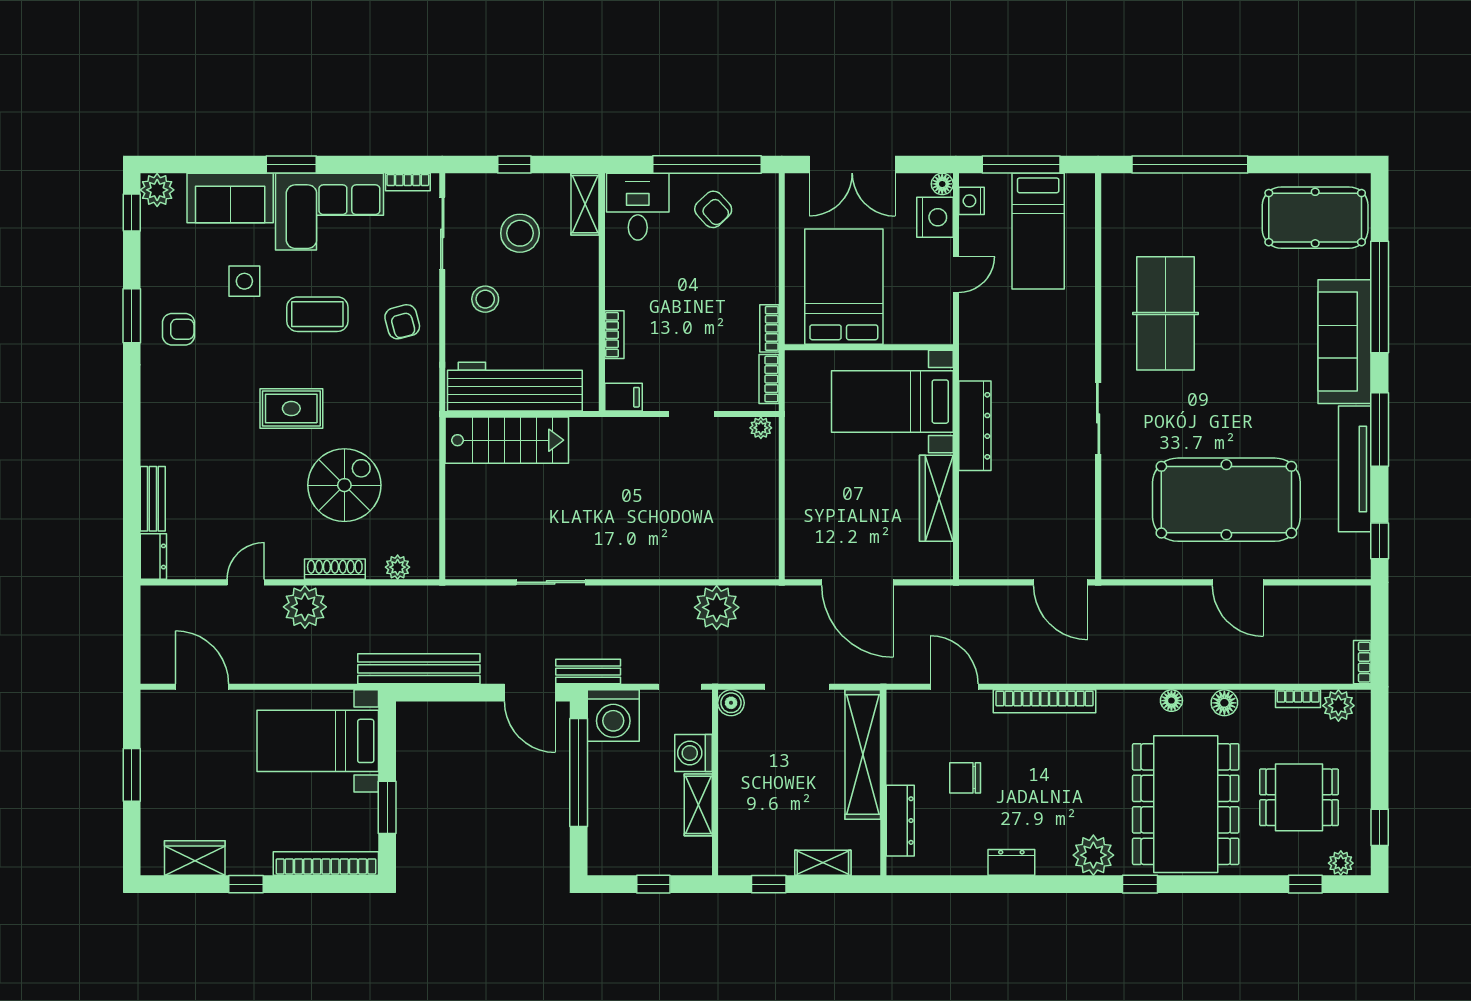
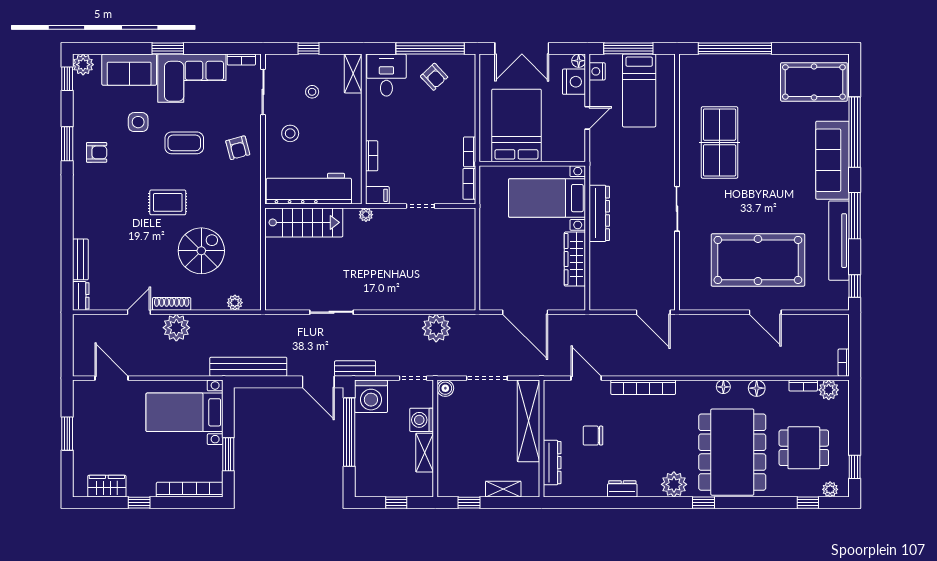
stool: (520, 233) -> (312, 92), width x0.53, depth x0.53
plant: (761, 428) -> (366, 215), moved
shoe rack: (335, 569) -> (172, 304), moved

